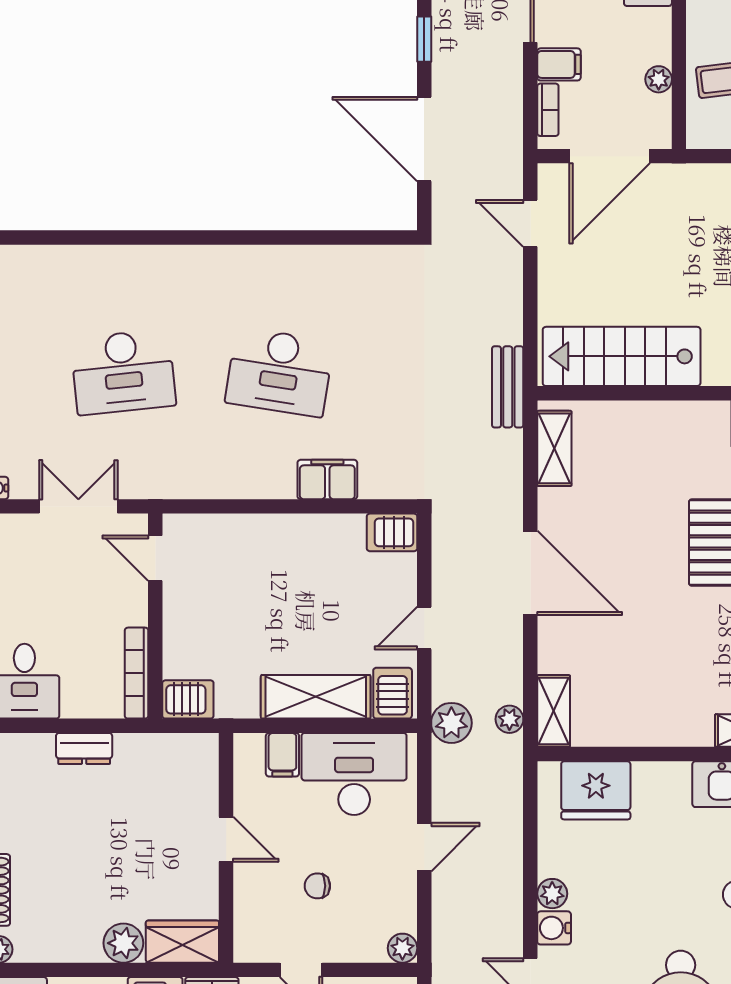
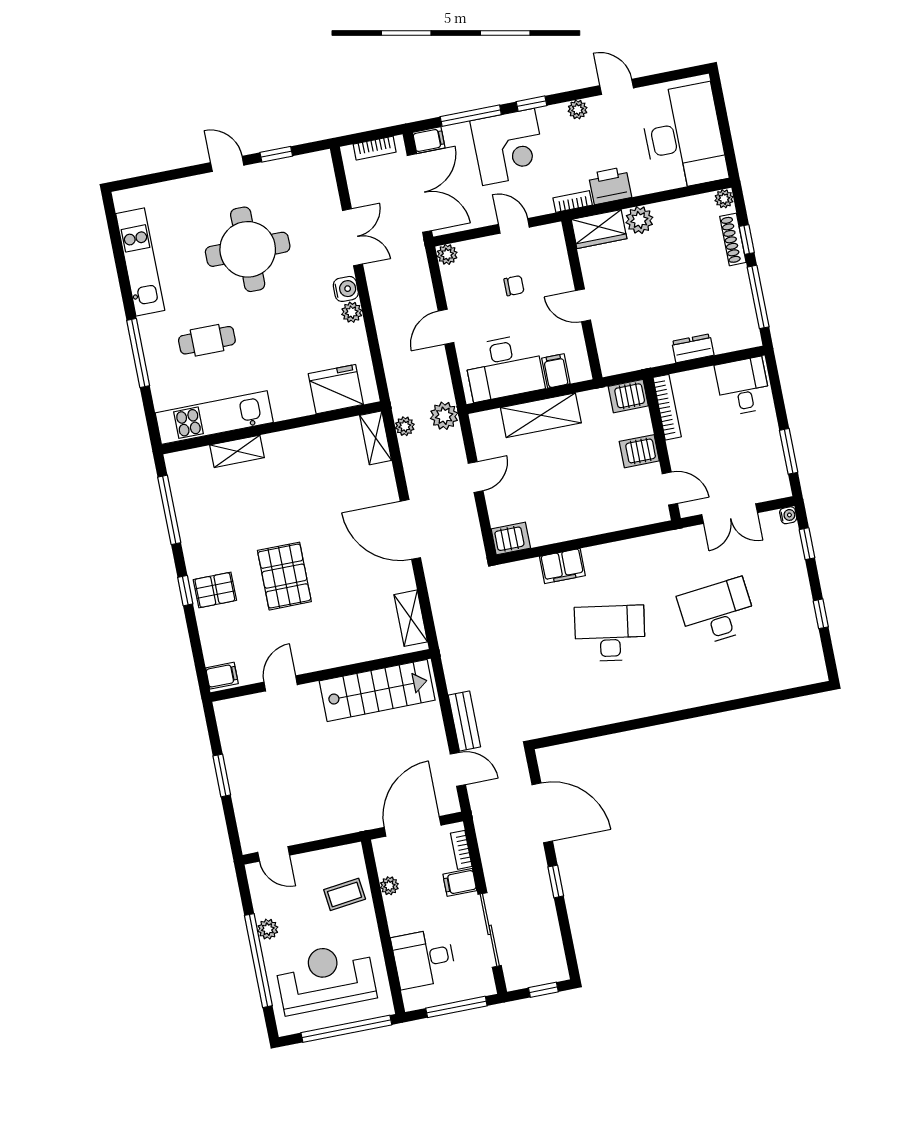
bench: (508, 387) -> (464, 721), moved
server rack: (393, 693) -> (639, 451), moved, turned 90

